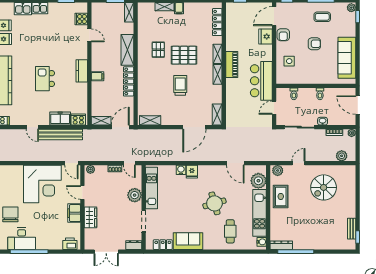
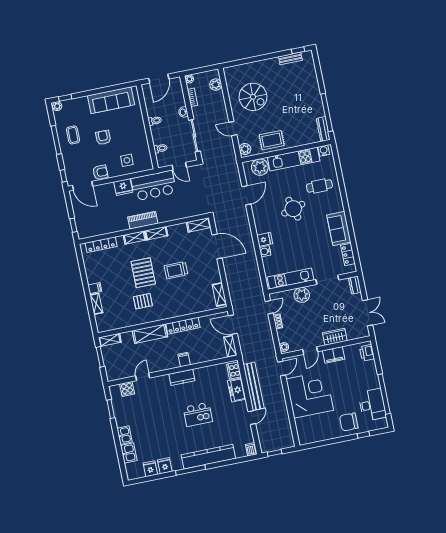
fridge: (266, 37) -> (123, 187), moved

